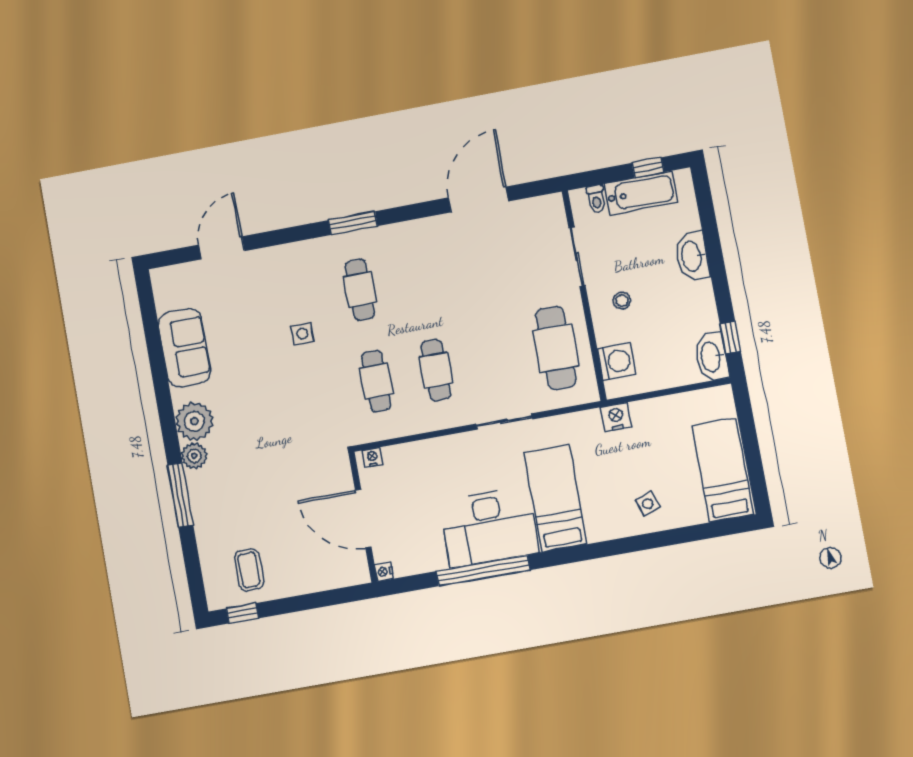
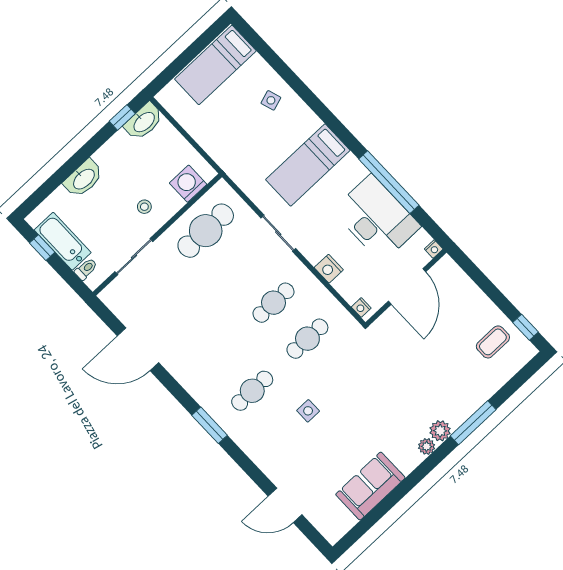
nightstand: (616, 417) -> (329, 269), moved
plant: (194, 421) -> (427, 446), width x0.53, depth x0.53
desk: (489, 527) -> (377, 218), moved

